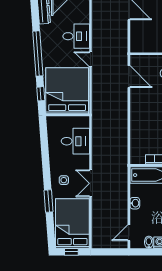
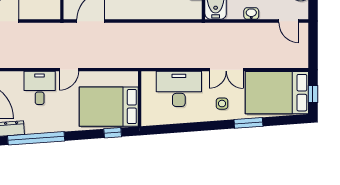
window: (38, 53) -> (36, 138), moved
bed: (67, 91) -> (109, 107), width x0.73
desk: (75, 141) -> (179, 89), width x1.37

